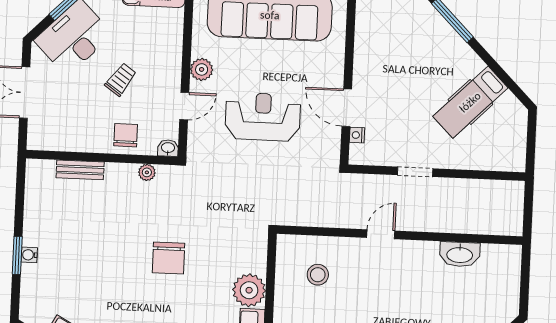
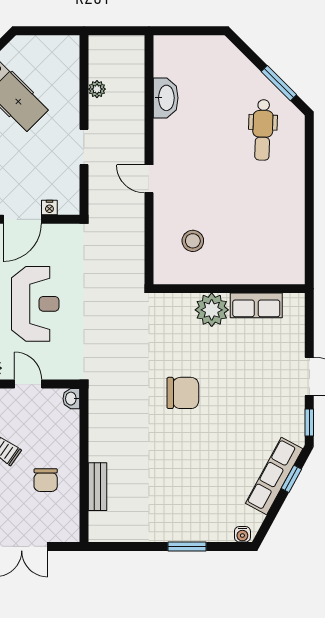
reception desk: (263, 117) -> (35, 304), turned 180
chair: (126, 135) -> (46, 480), moved, turned -90
plant: (147, 172) -> (97, 89), moved
water cooler: (29, 255) -> (242, 534), moved

